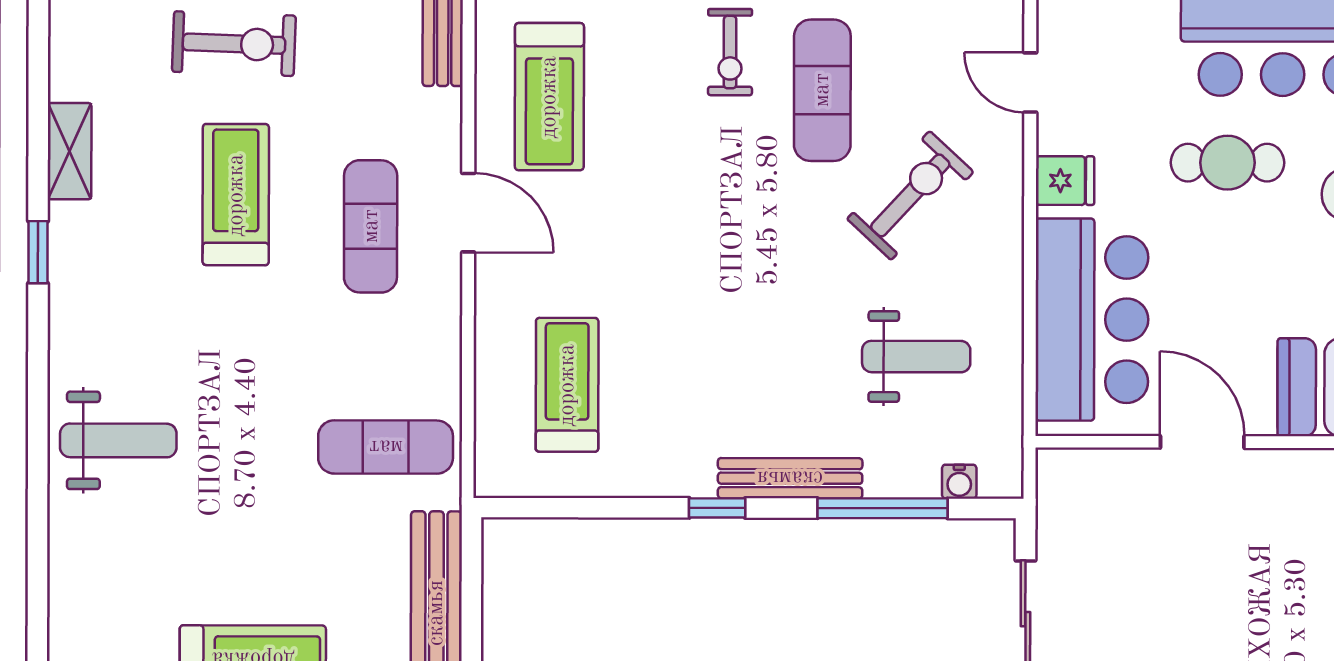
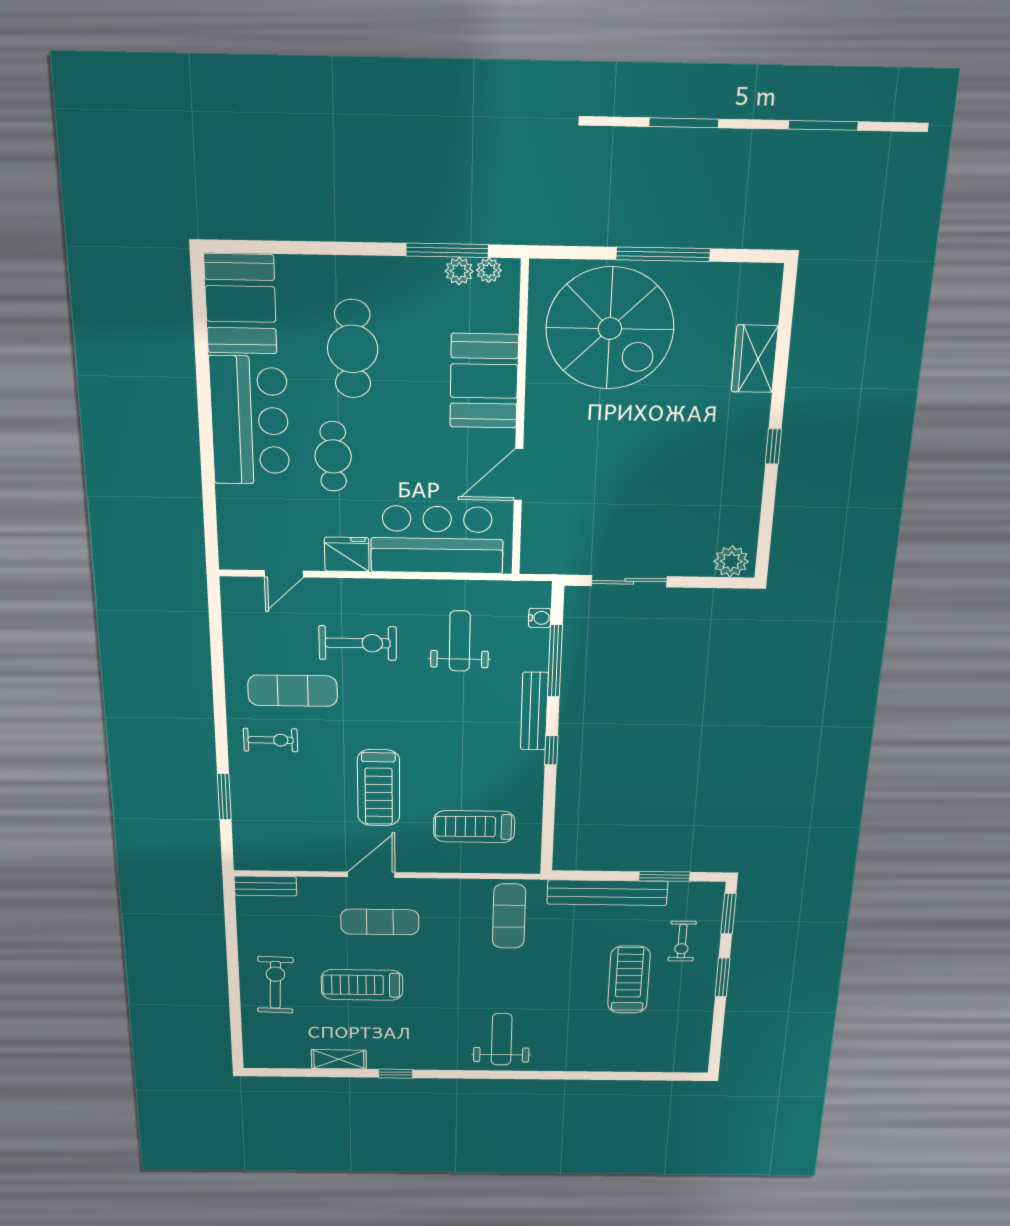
treadmill: (549, 97) -> (379, 788), moved, turned 90
fridge: (1065, 181) -> (347, 554), width x1.38
exercise bike: (910, 195) -> (358, 643), turned 137

